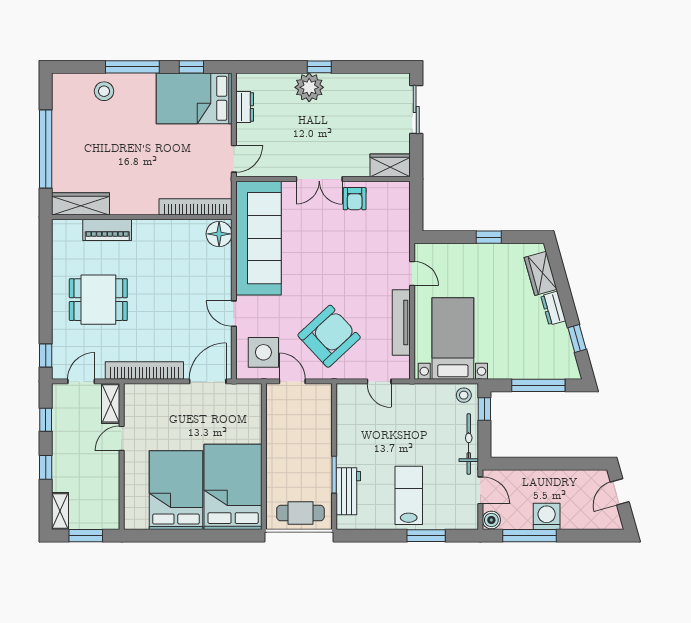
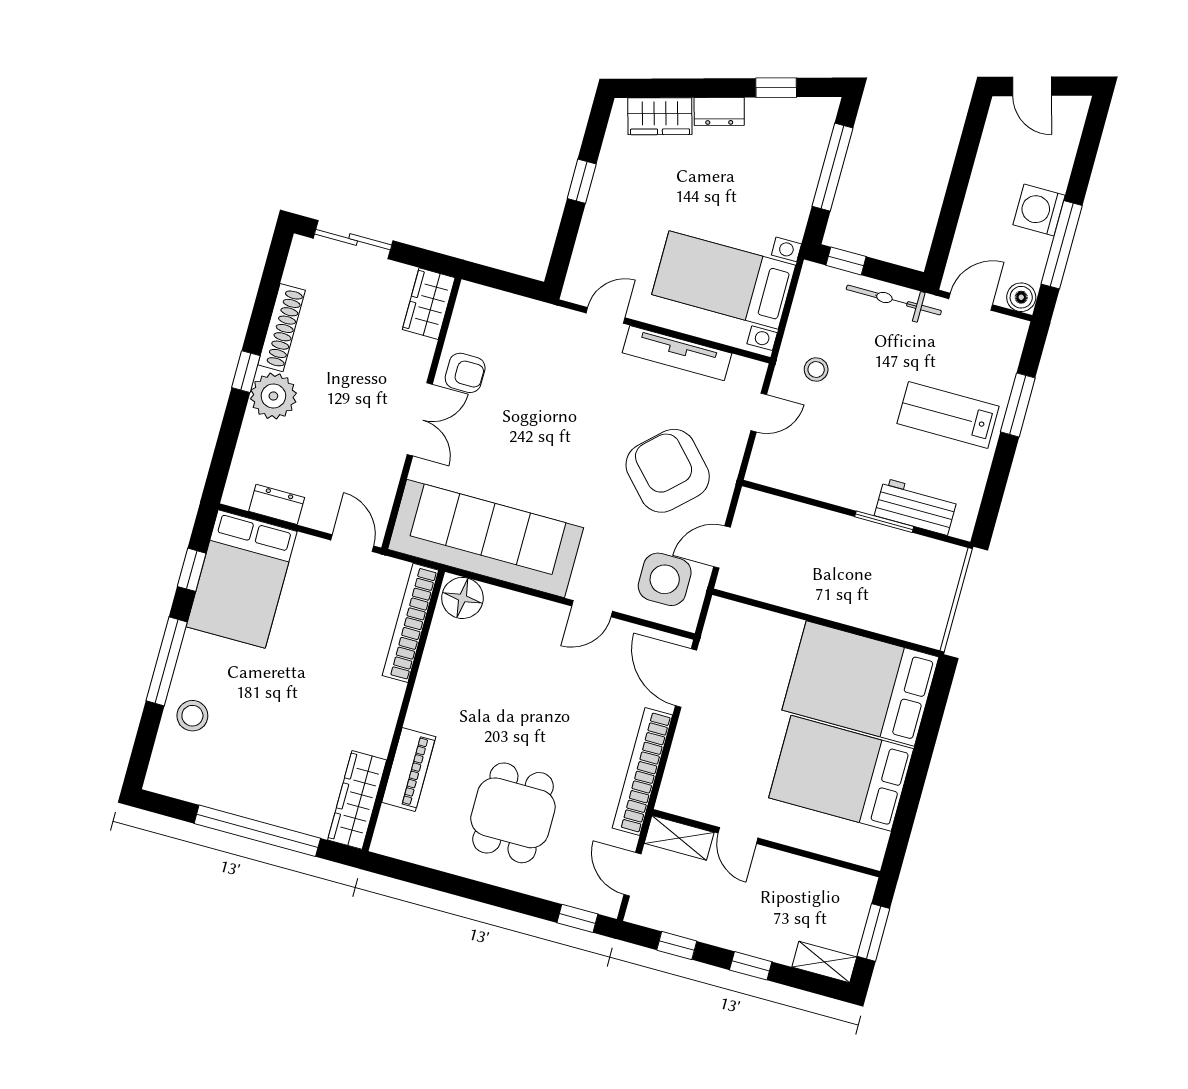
shoe rack: (352, 81) -> (282, 328), added
stool: (464, 395) -> (816, 369), moved
cafe table: (300, 513) -> (929, 590), removed

